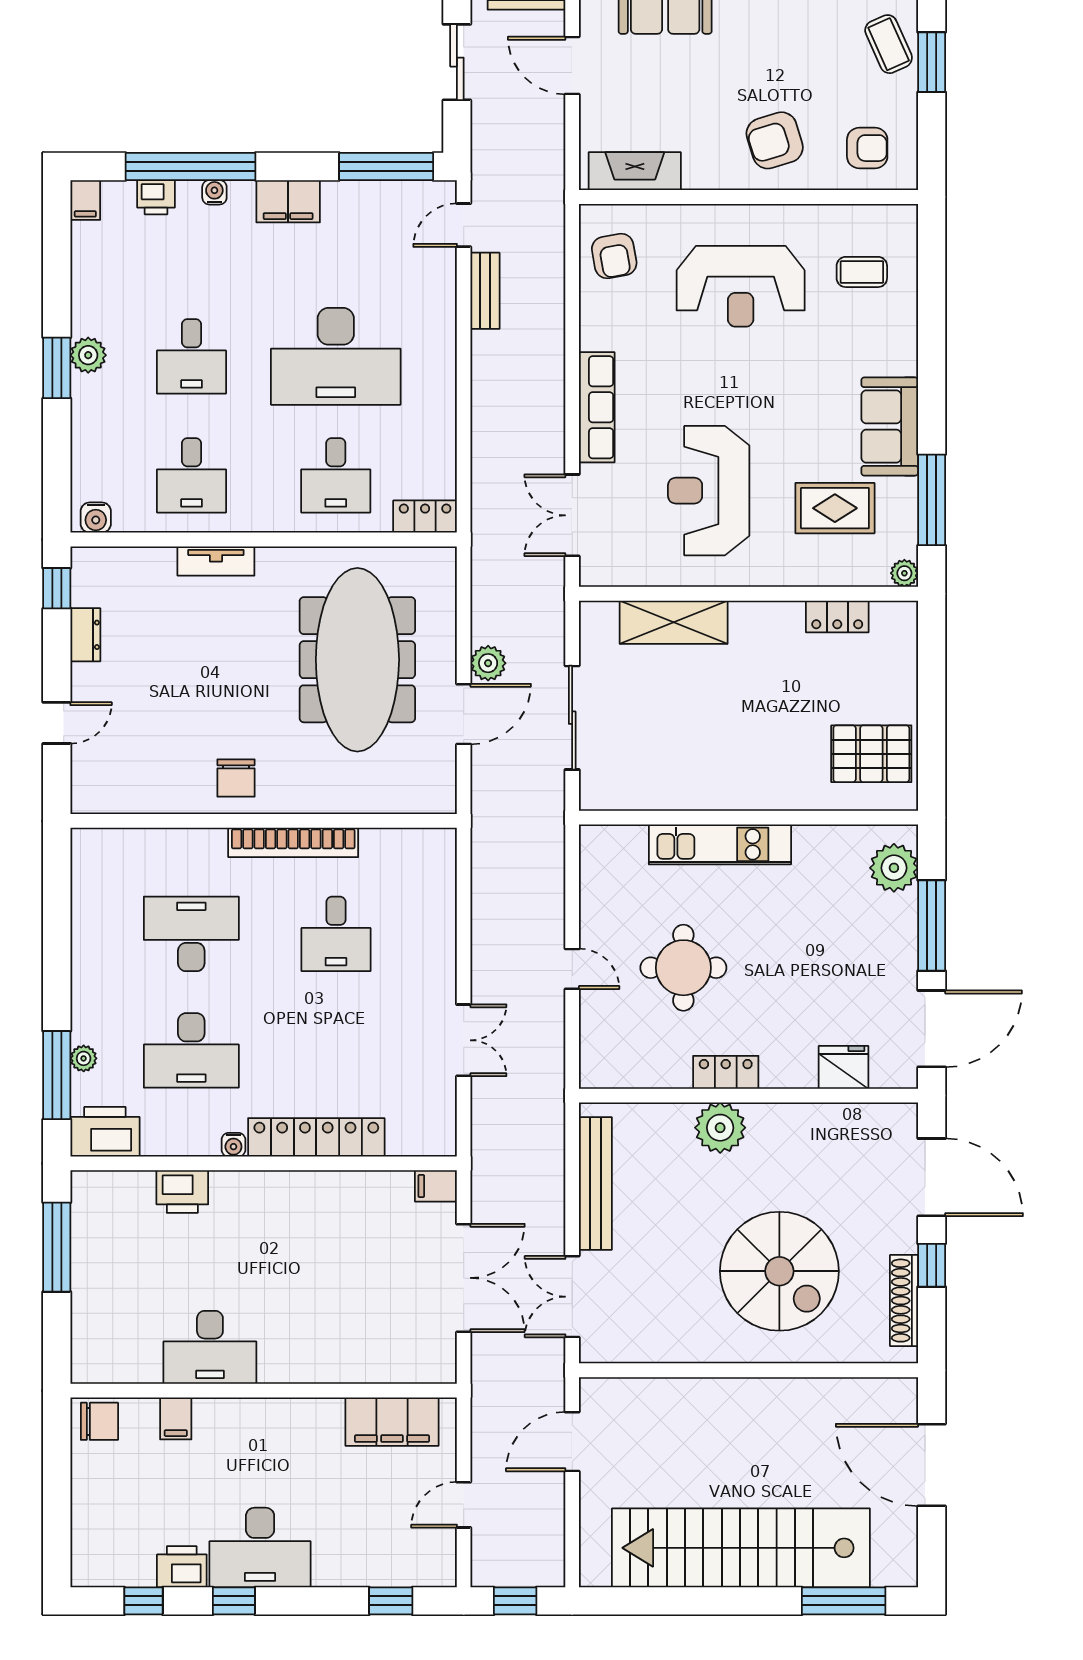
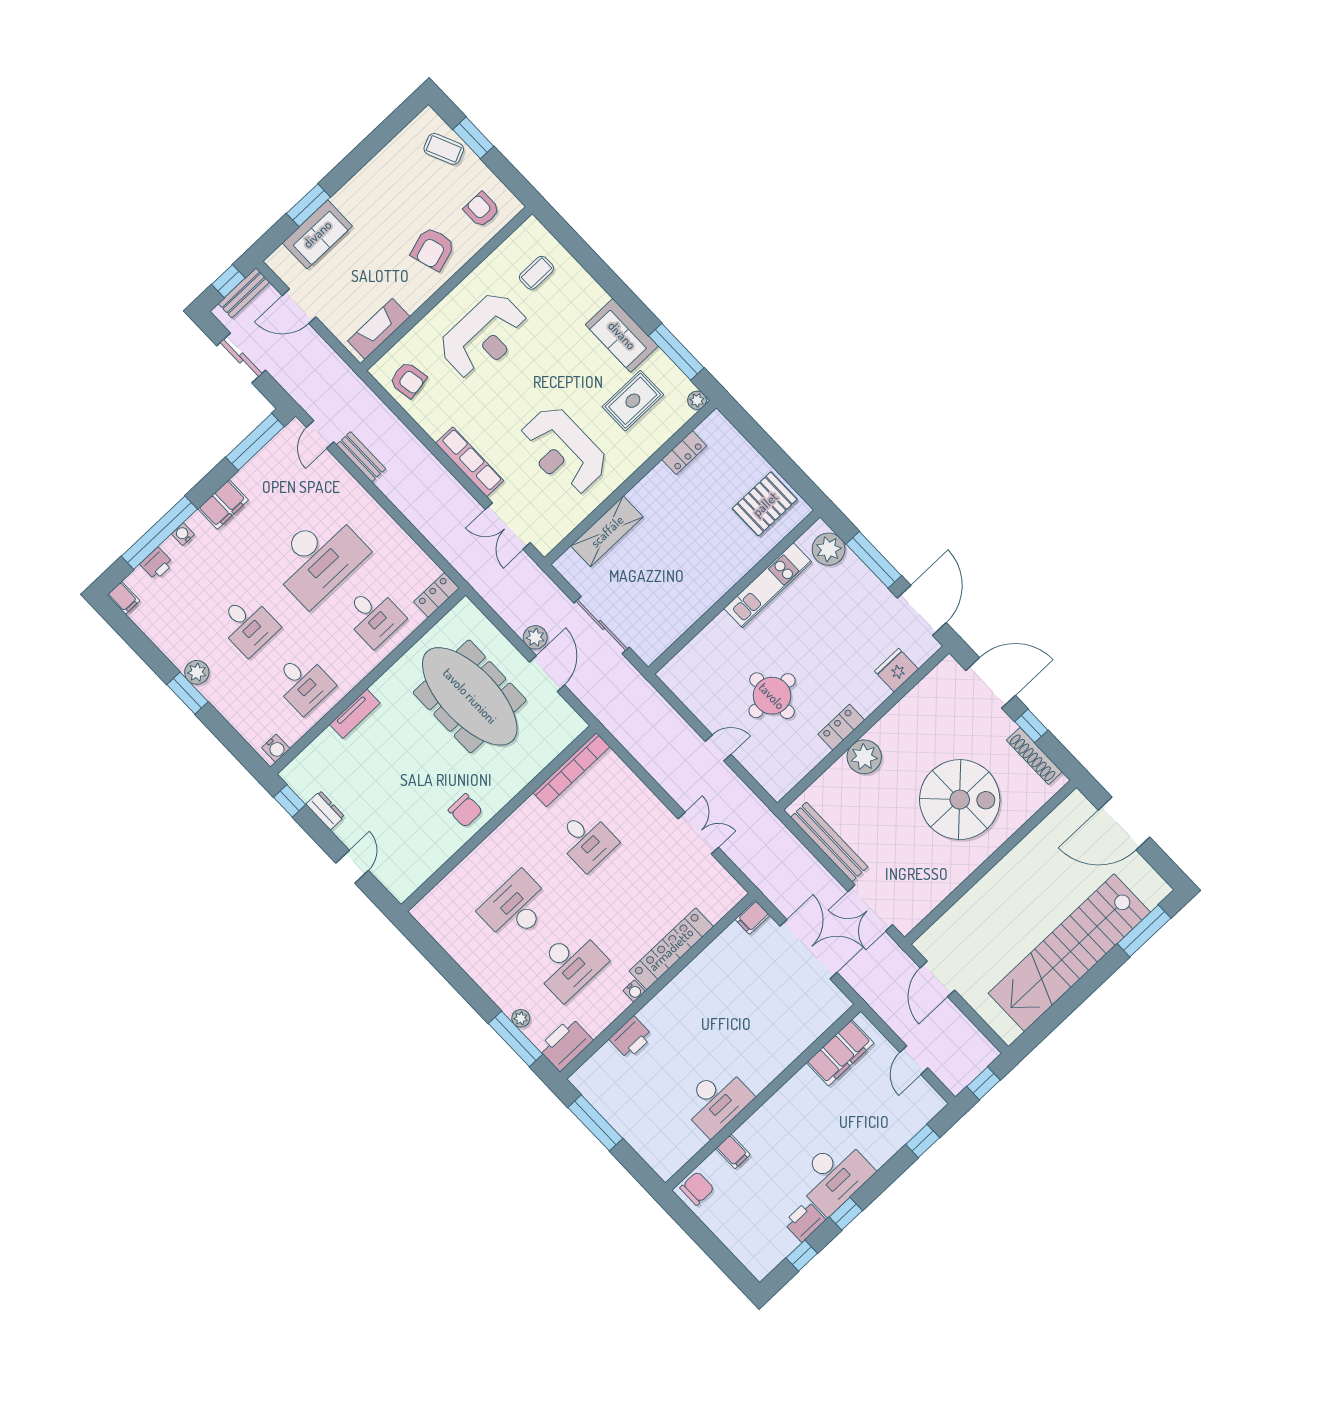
armchair: (867, 148) -> (482, 210), turned -90
bookcase: (293, 842) -> (571, 770), moved
kitchen unit: (720, 844) -> (768, 585), moved

